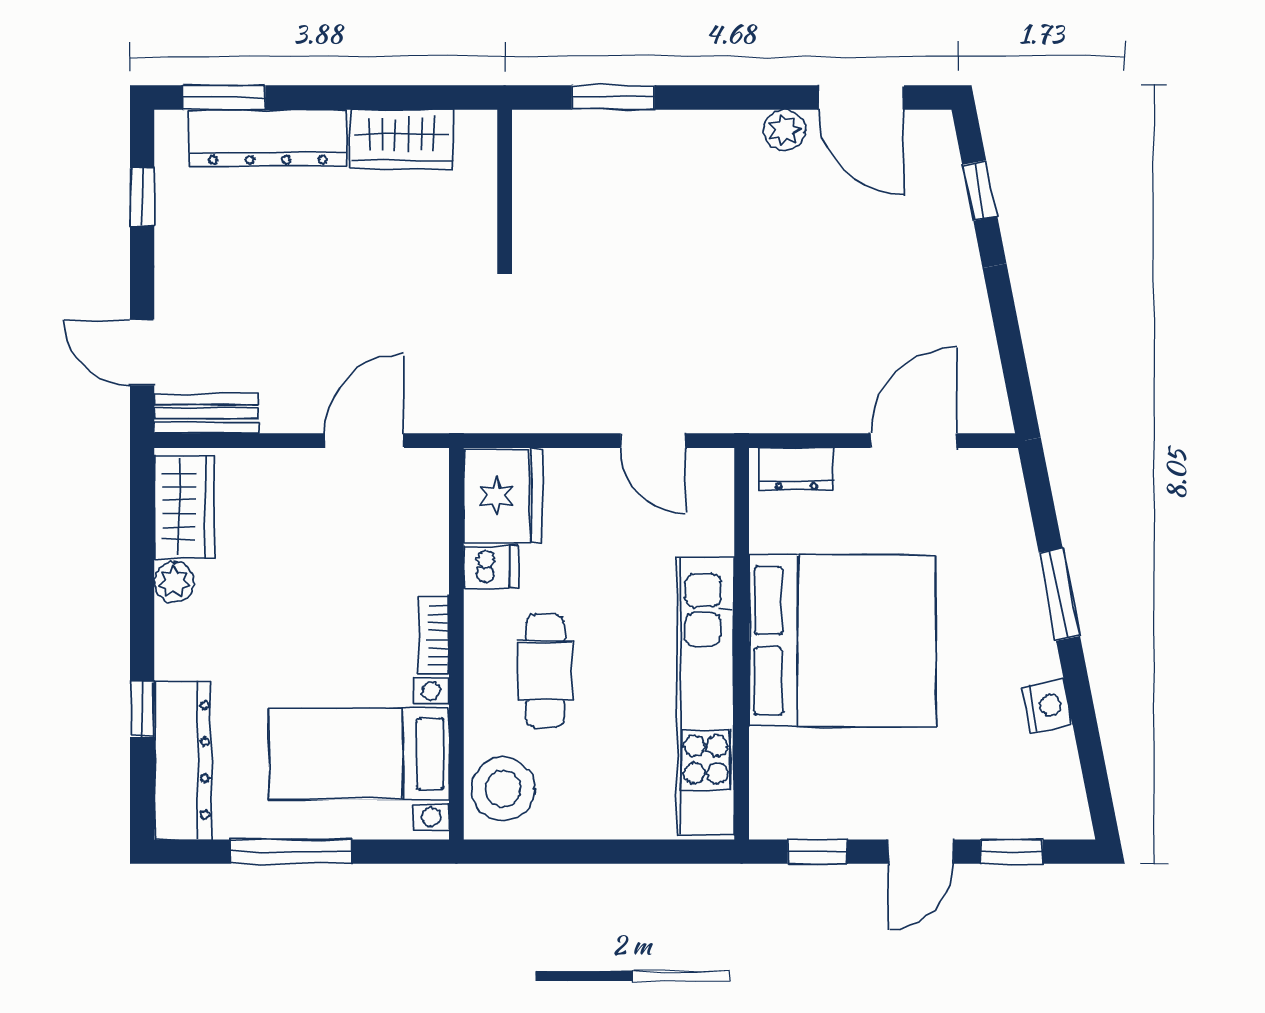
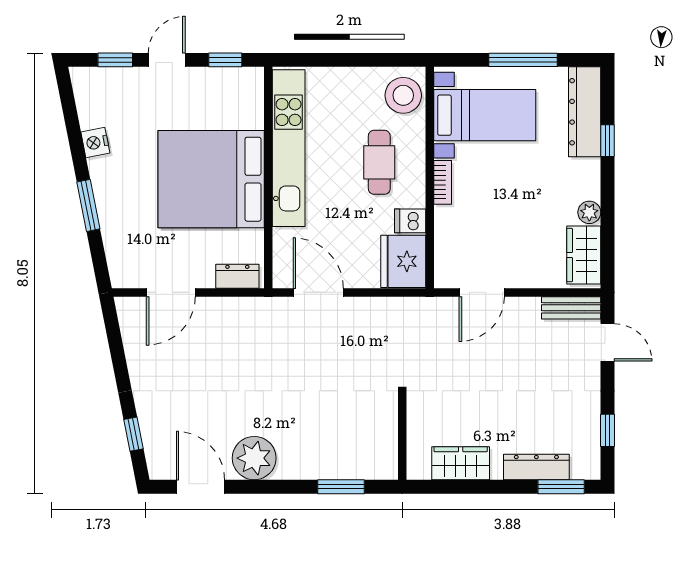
plant: (784, 130) -> (254, 458), width x1.88, depth x1.88
dresser: (268, 138) -> (536, 467), width x0.73, depth x0.80
door: (653, 441) -> (318, 292), width x1.38

